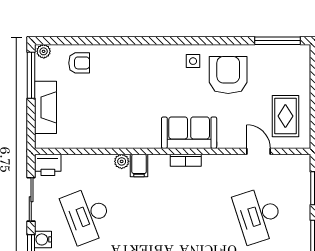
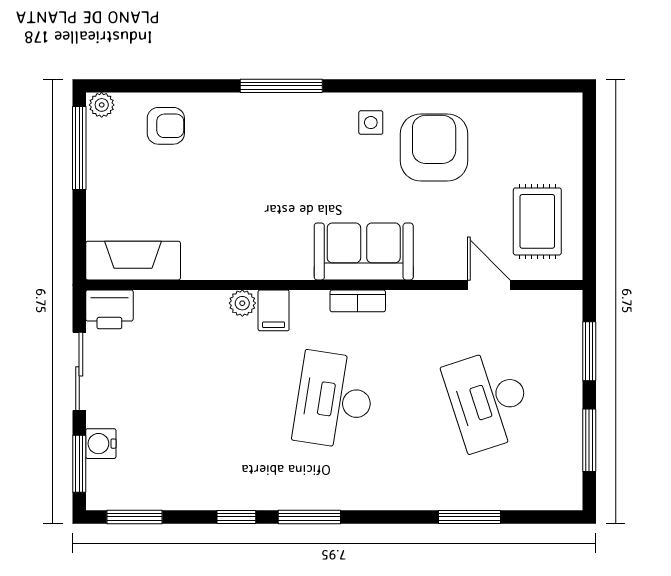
window: (277, 41) -> (281, 86), moved
fireplace: (46, 107) -> (133, 261), moved, turned -90
desk: (87, 215) -> (334, 400), moved, turned 30

